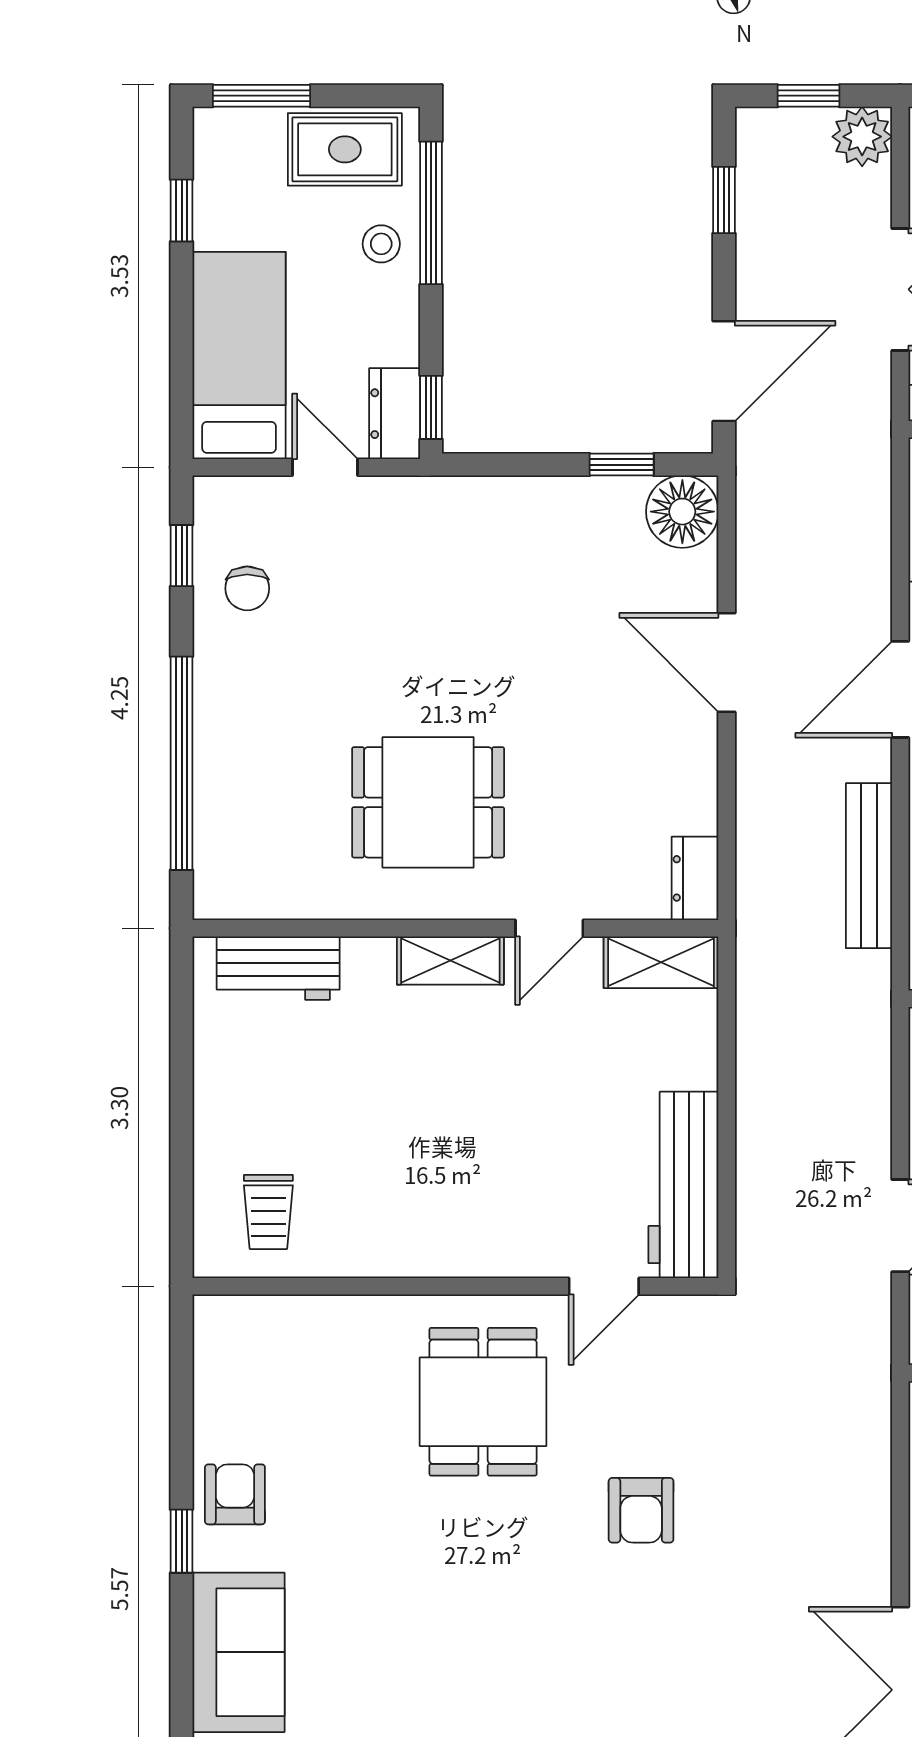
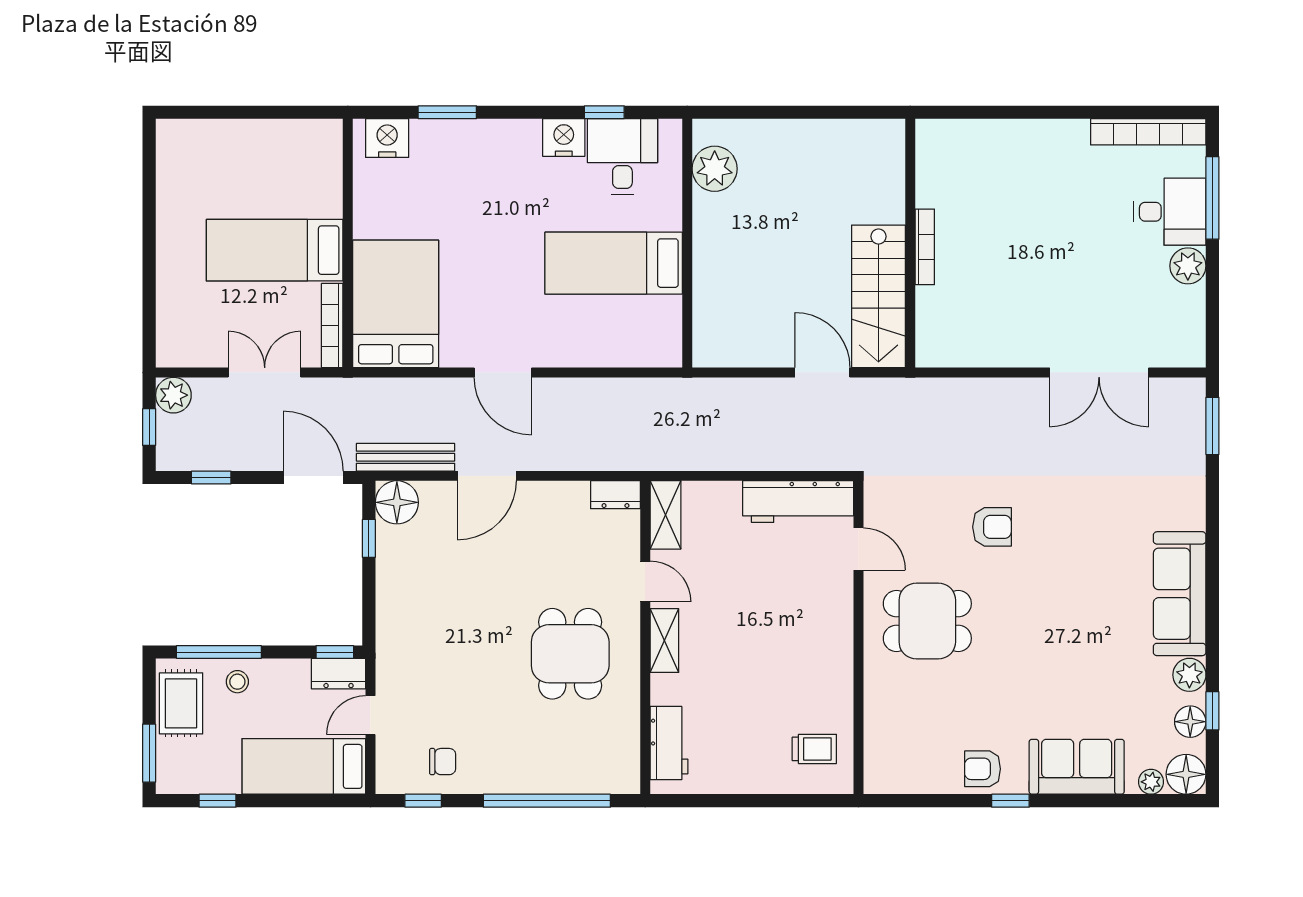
bench: (869, 866) -> (406, 457), moved

